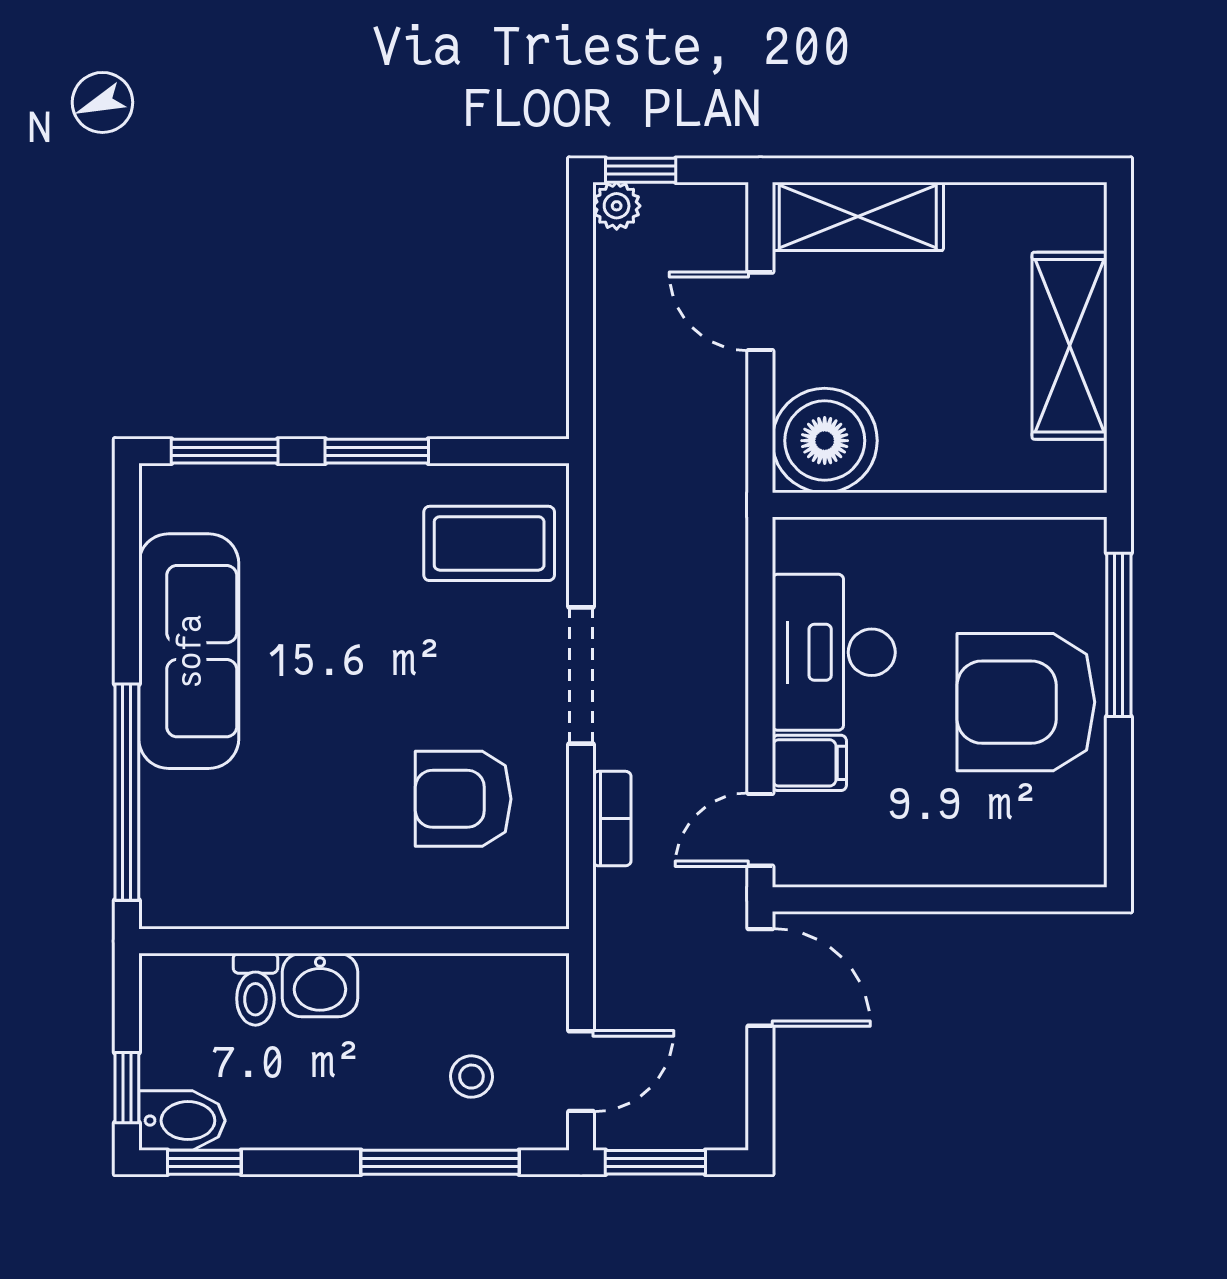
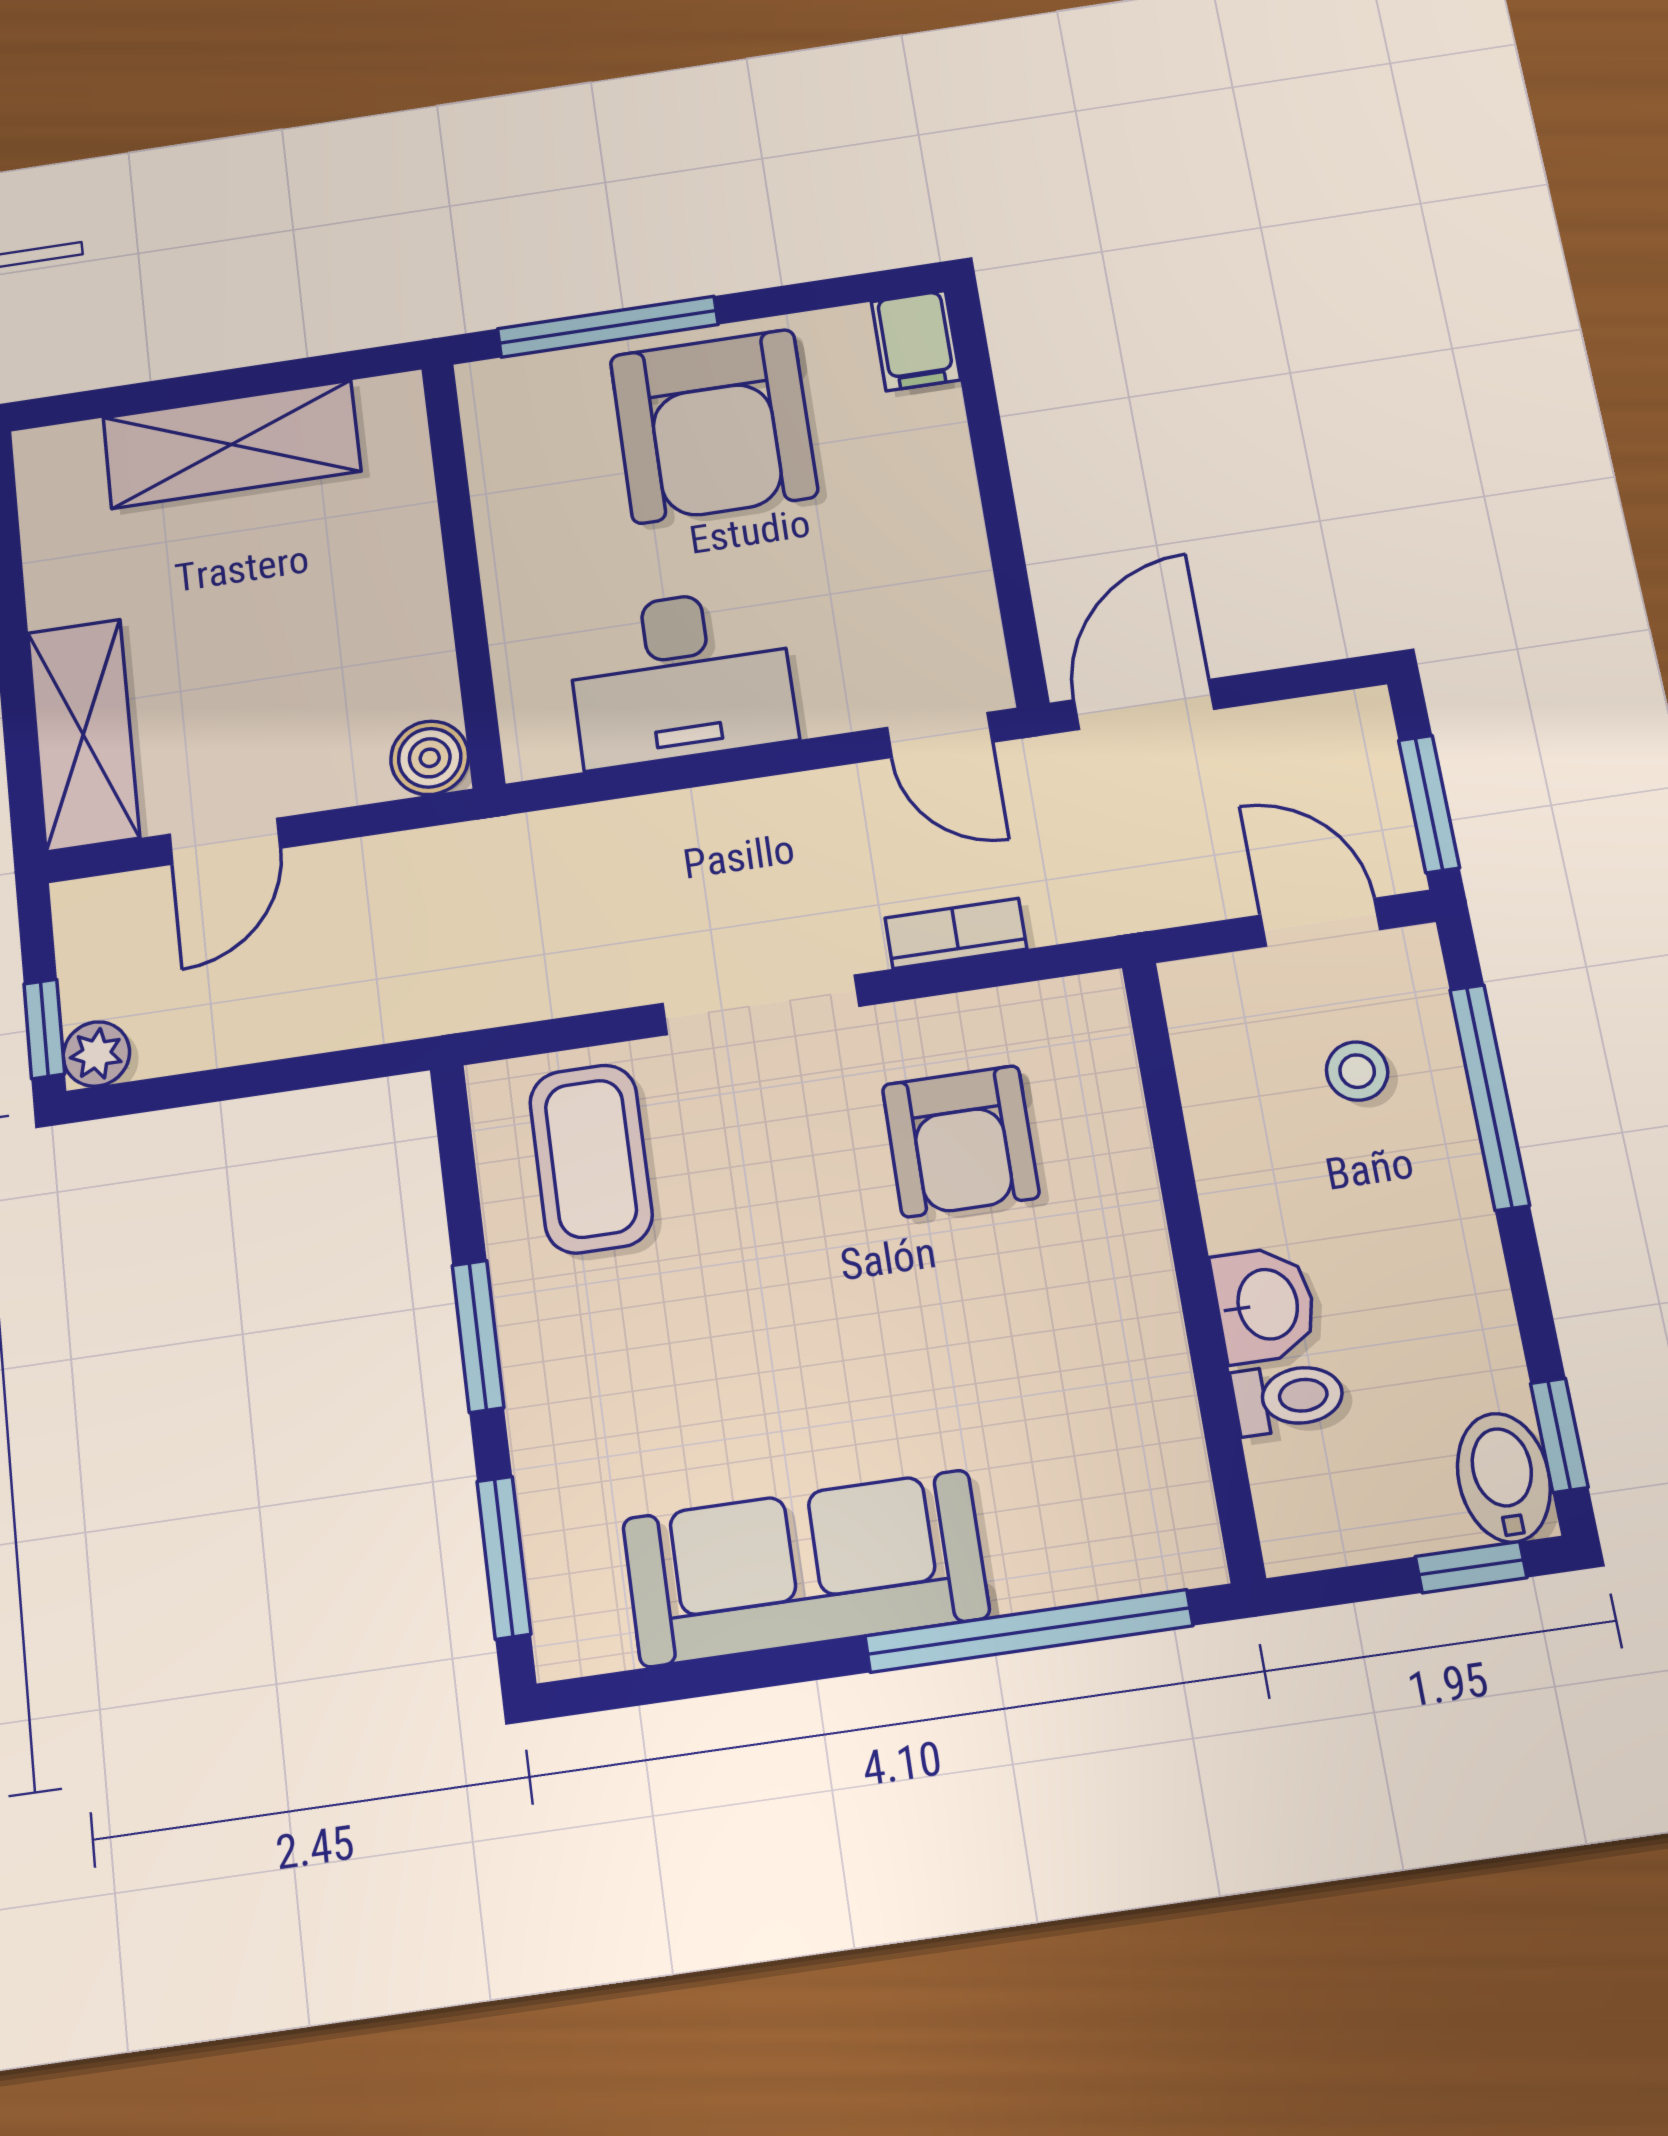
boiler: (825, 441) -> (430, 758), width x0.54, depth x0.54
filing cabinet: (809, 763) -> (916, 341), moved, turned 180

